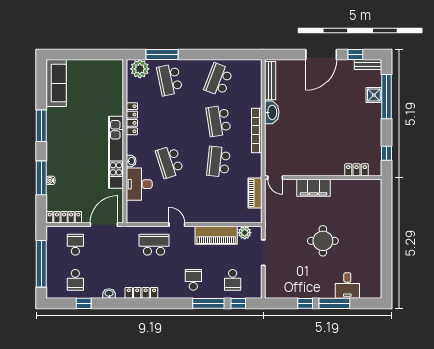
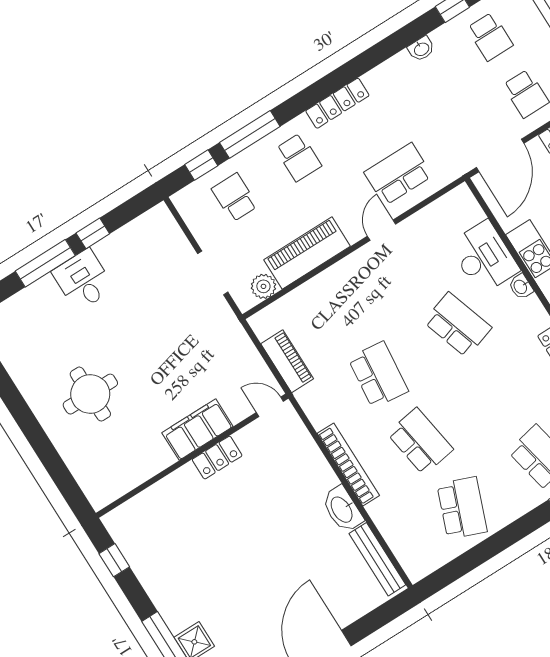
locker: (357, 170) -> (217, 458), moved
door: (177, 225) -> (382, 230), swing flipped
round table: (323, 241) -> (90, 394), moved
school desk: (154, 245) -> (398, 174), turned 180
school desk: (75, 280) -> (490, 37), turned 180
desk: (347, 286) -> (83, 280), moved
locker: (141, 293) -> (337, 103), moved

